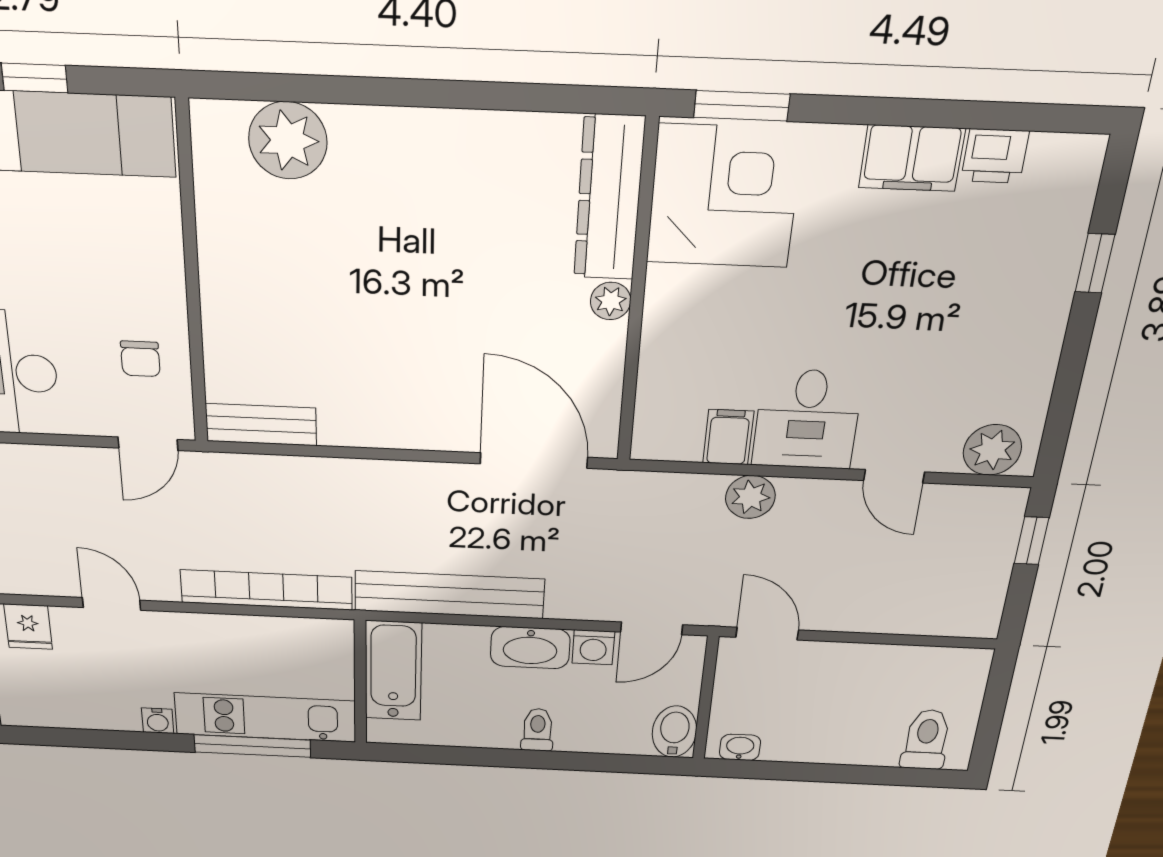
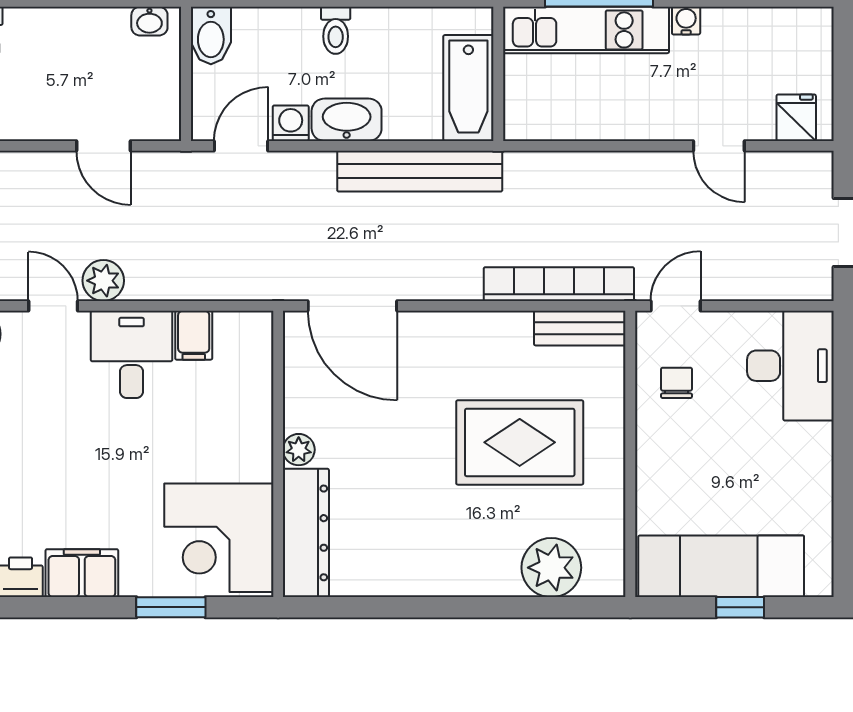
window: (742, 106) -> (171, 607), moved
rug: (332, 298) -> (520, 442), added
plant: (750, 497) -> (103, 281), moved
bookcase: (266, 590) -> (559, 284), moved, turned 180
door: (767, 634) -> (103, 146), moved

